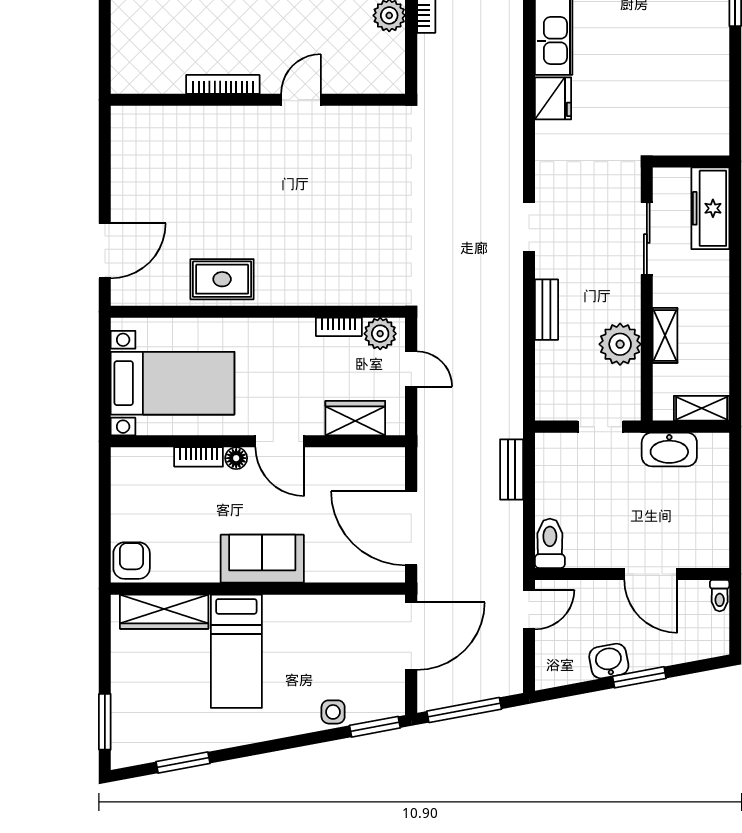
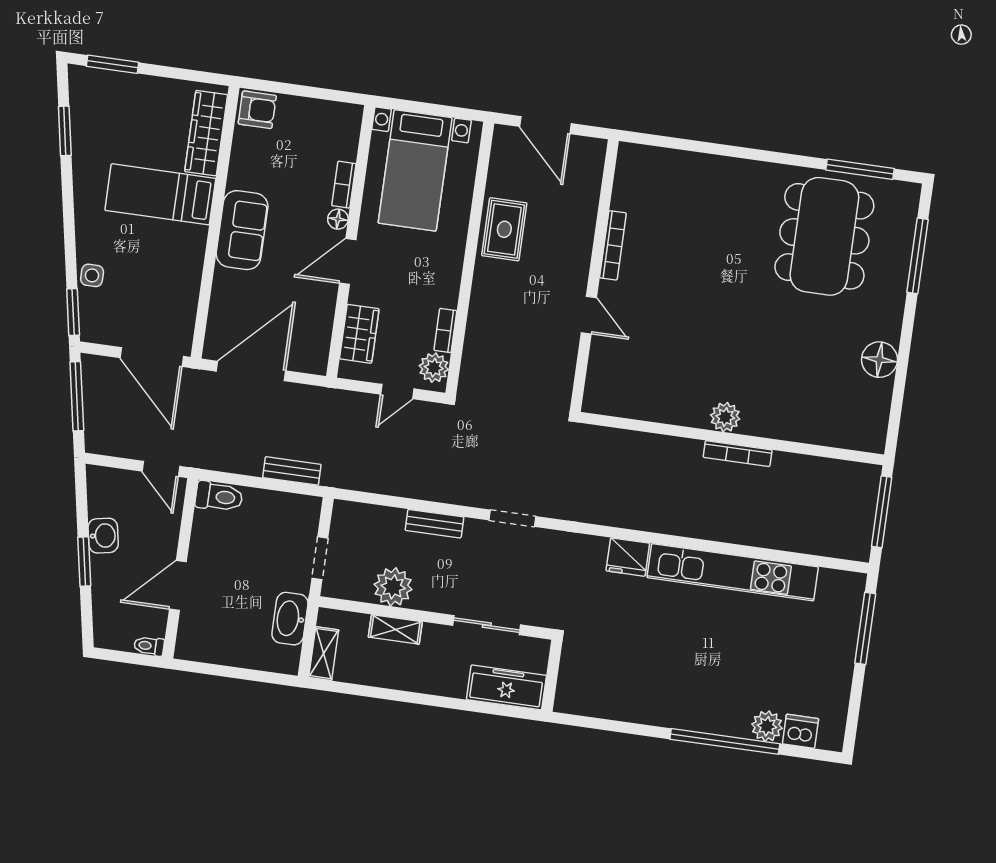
bookcase: (223, 84) -> (613, 245), moved
wall: (258, 100) -> (594, 276), moved
door: (301, 100) -> (589, 315), moved

